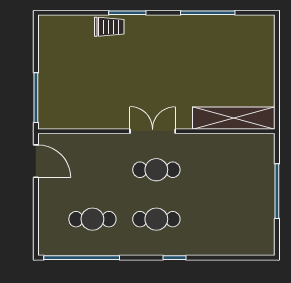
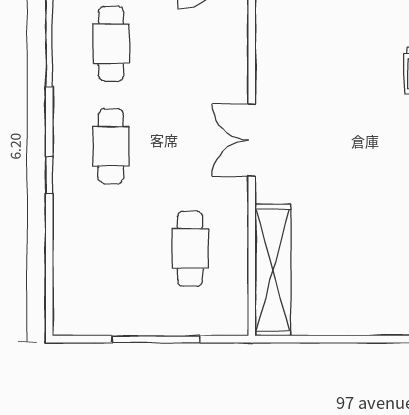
double door: (153, 131) -> (252, 140), swing flipped
cafe table: (156, 170) -> (190, 249), moved

